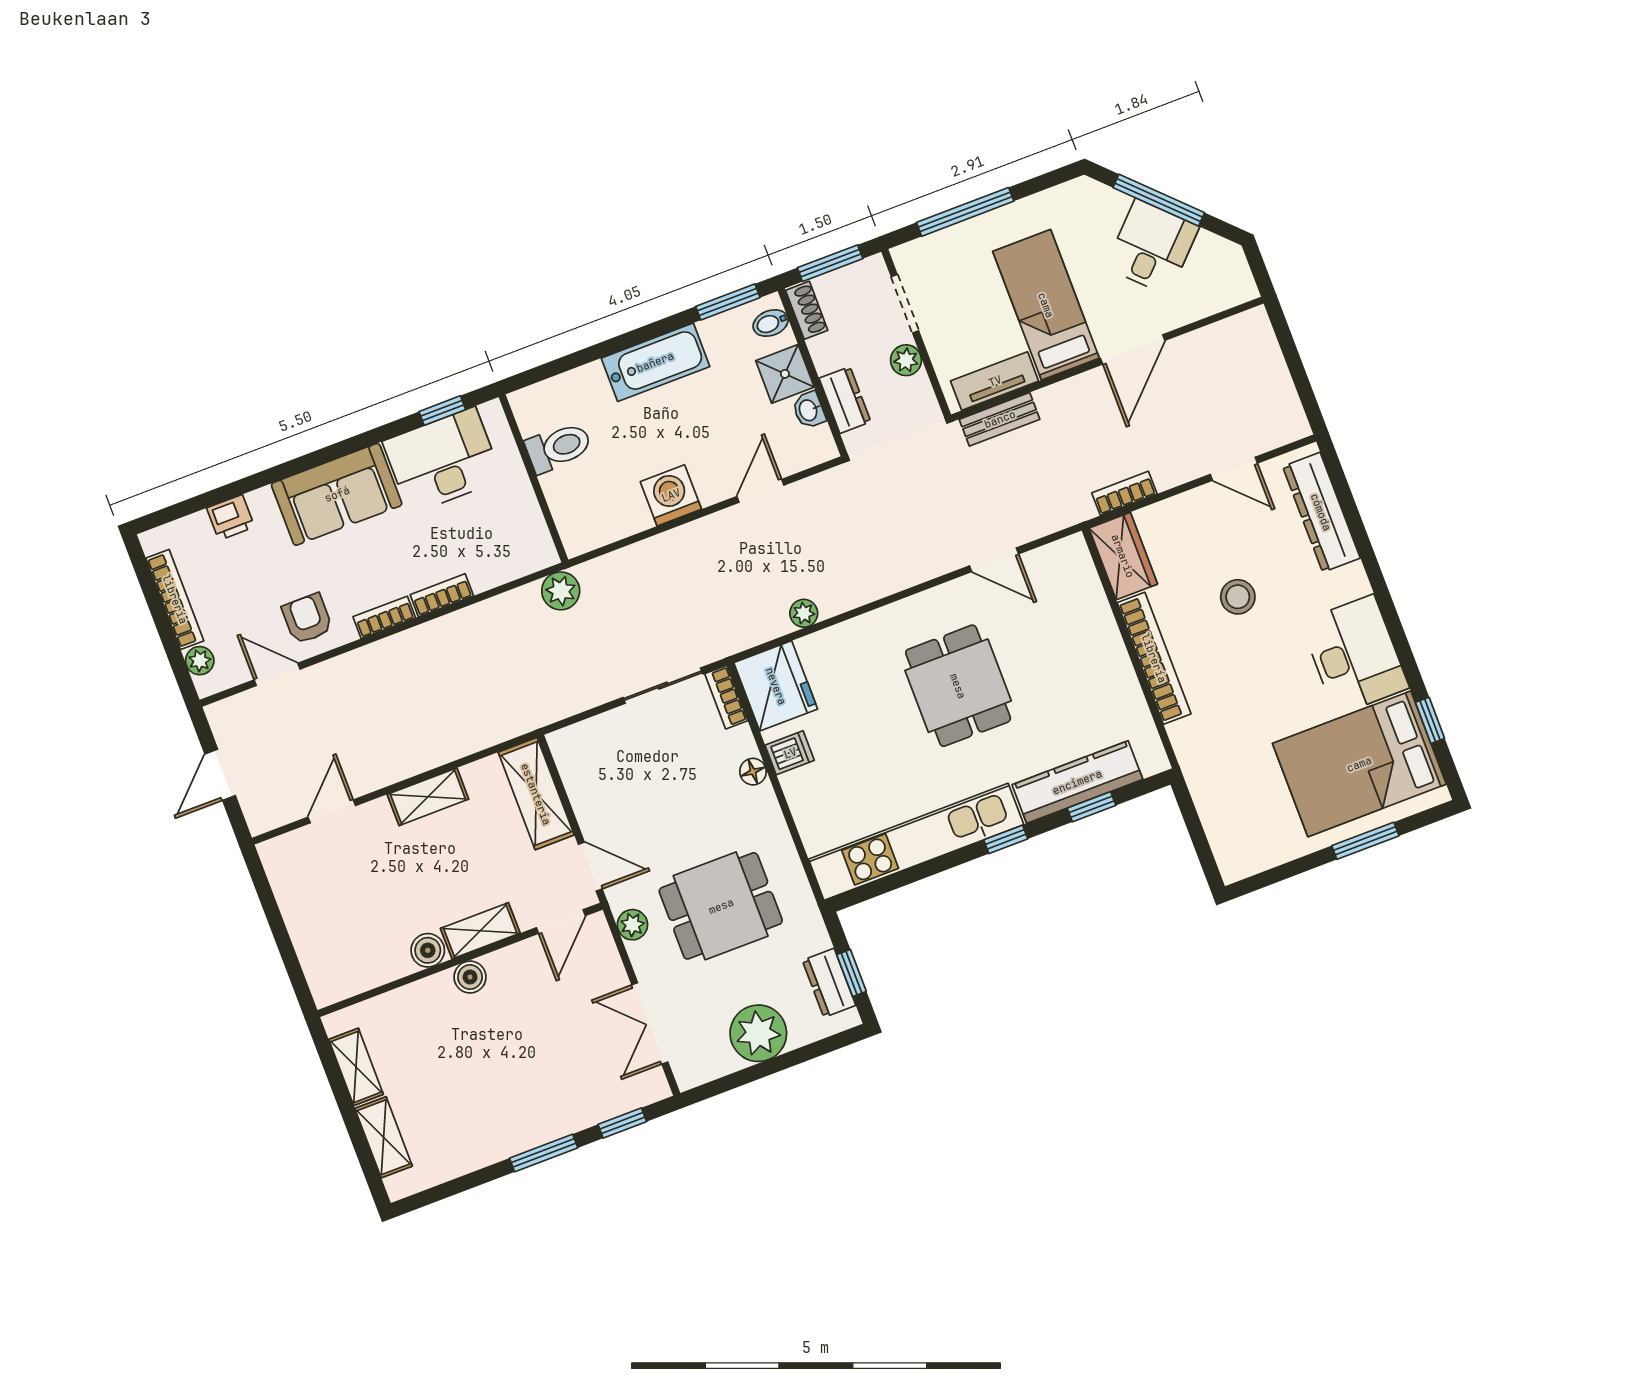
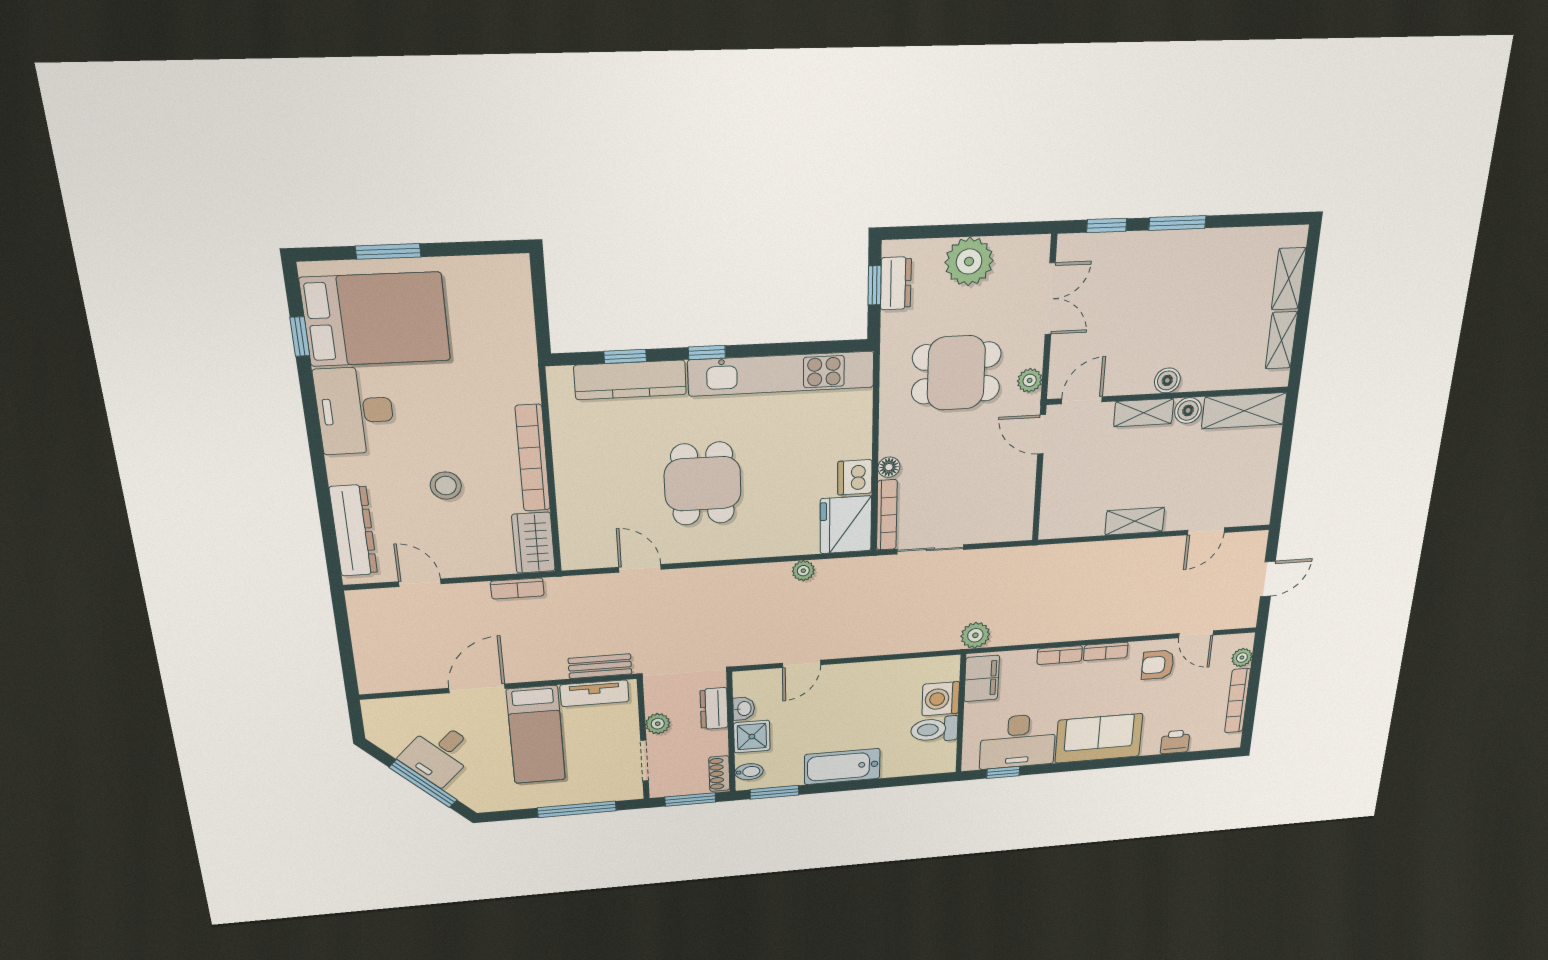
washing machine: (671, 495) -> (941, 699), moved, turned 90
filing cabinet: (528, 535) -> (982, 679), added
armchair: (307, 619) -> (1158, 665), turned 90
bookcase: (726, 697) -> (887, 515), width x1.56
dishwasher: (790, 753) -> (855, 477), width x1.38
shelving: (536, 794) -> (1244, 411), moved, turned 90

